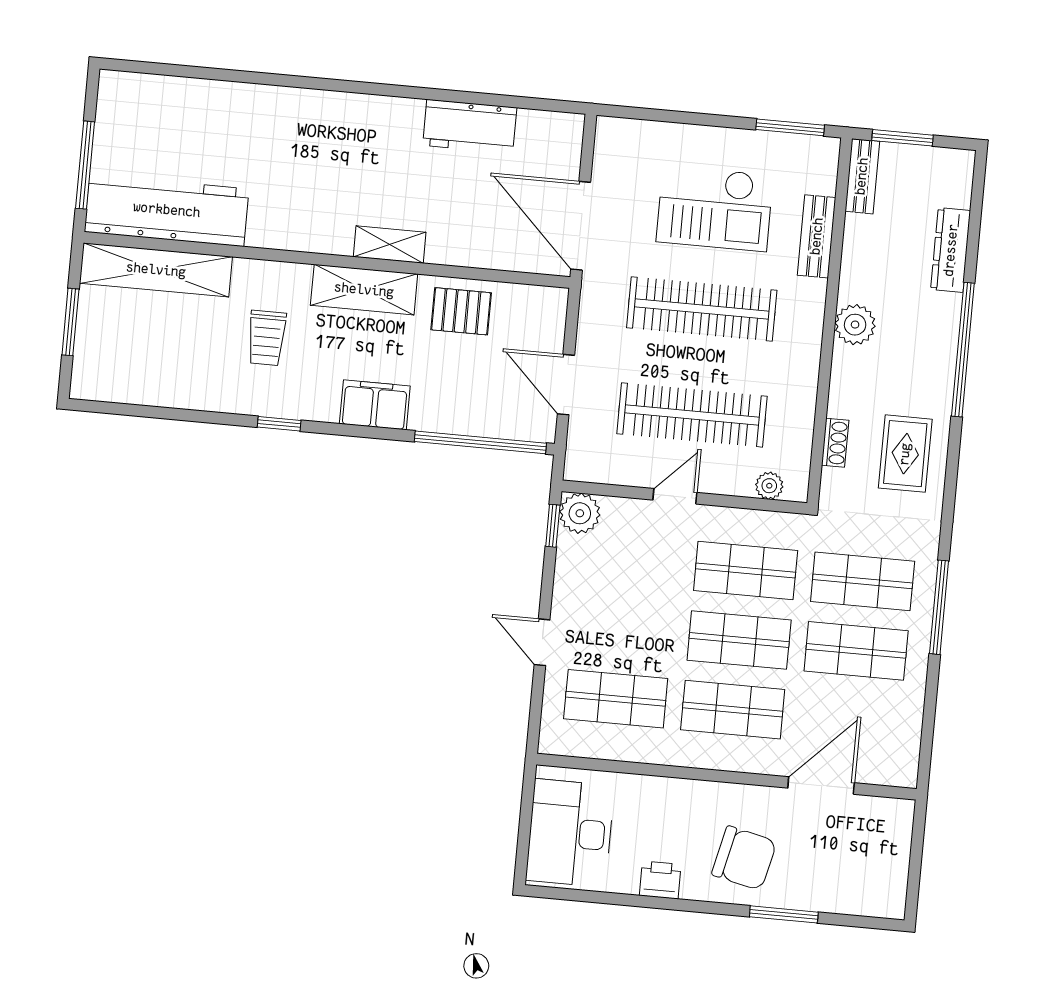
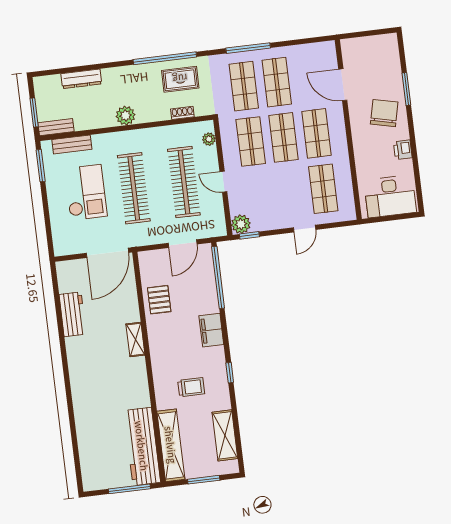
bench: (817, 236) -> (72, 144), moved
shelving: (364, 290) -> (225, 435), moved
window: (963, 350) -> (165, 58), moved

